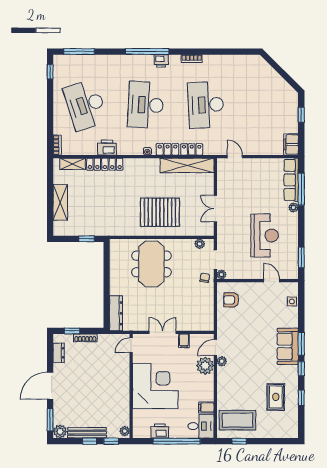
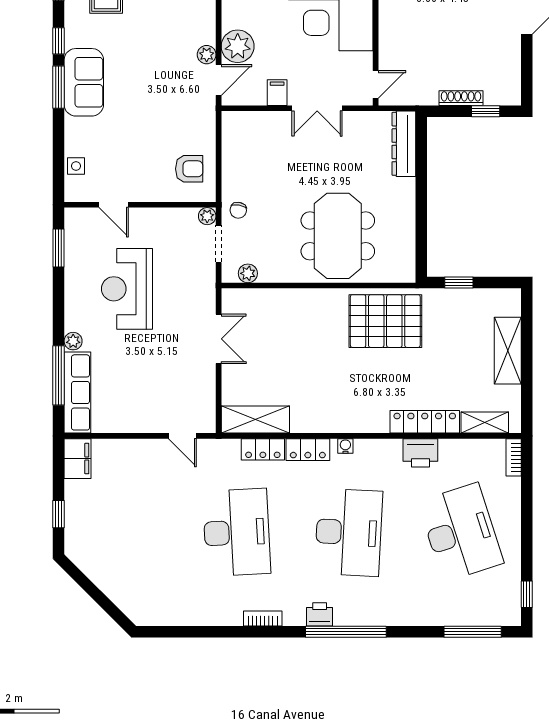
shelving: (187, 165) -> (255, 420), width x0.68
pallet: (160, 212) -> (385, 321), moved
dresser: (59, 353) -> (511, 70), removed

